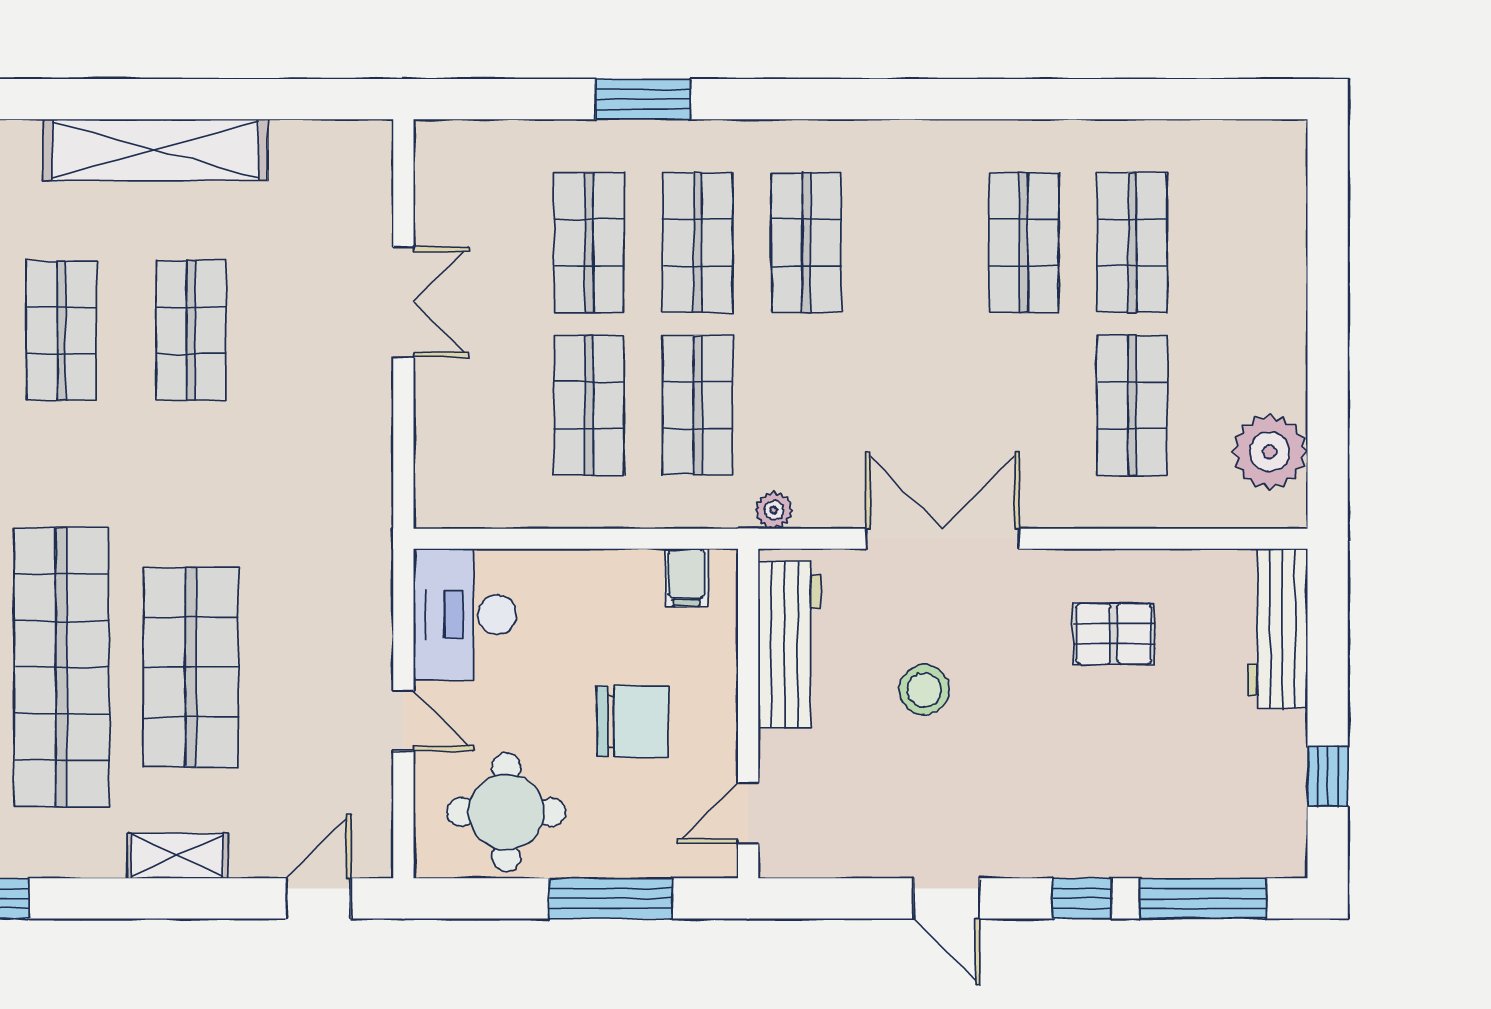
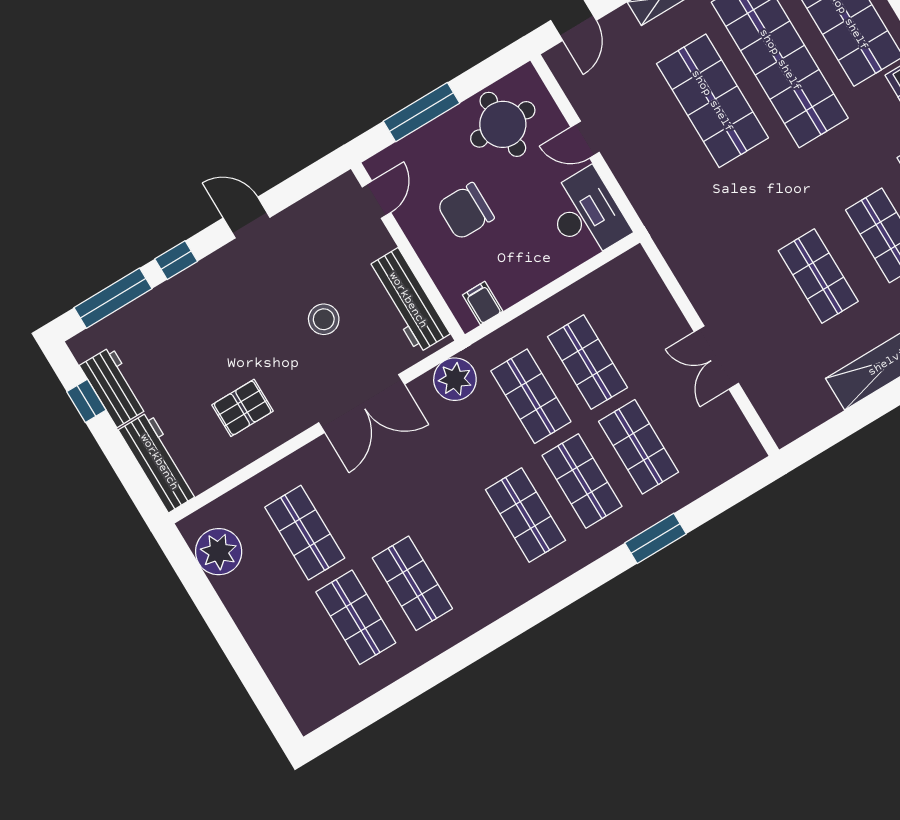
plant: (774, 510) -> (455, 379), width x1.88, depth x1.88
workbench: (1277, 773) -> (114, 387), added

